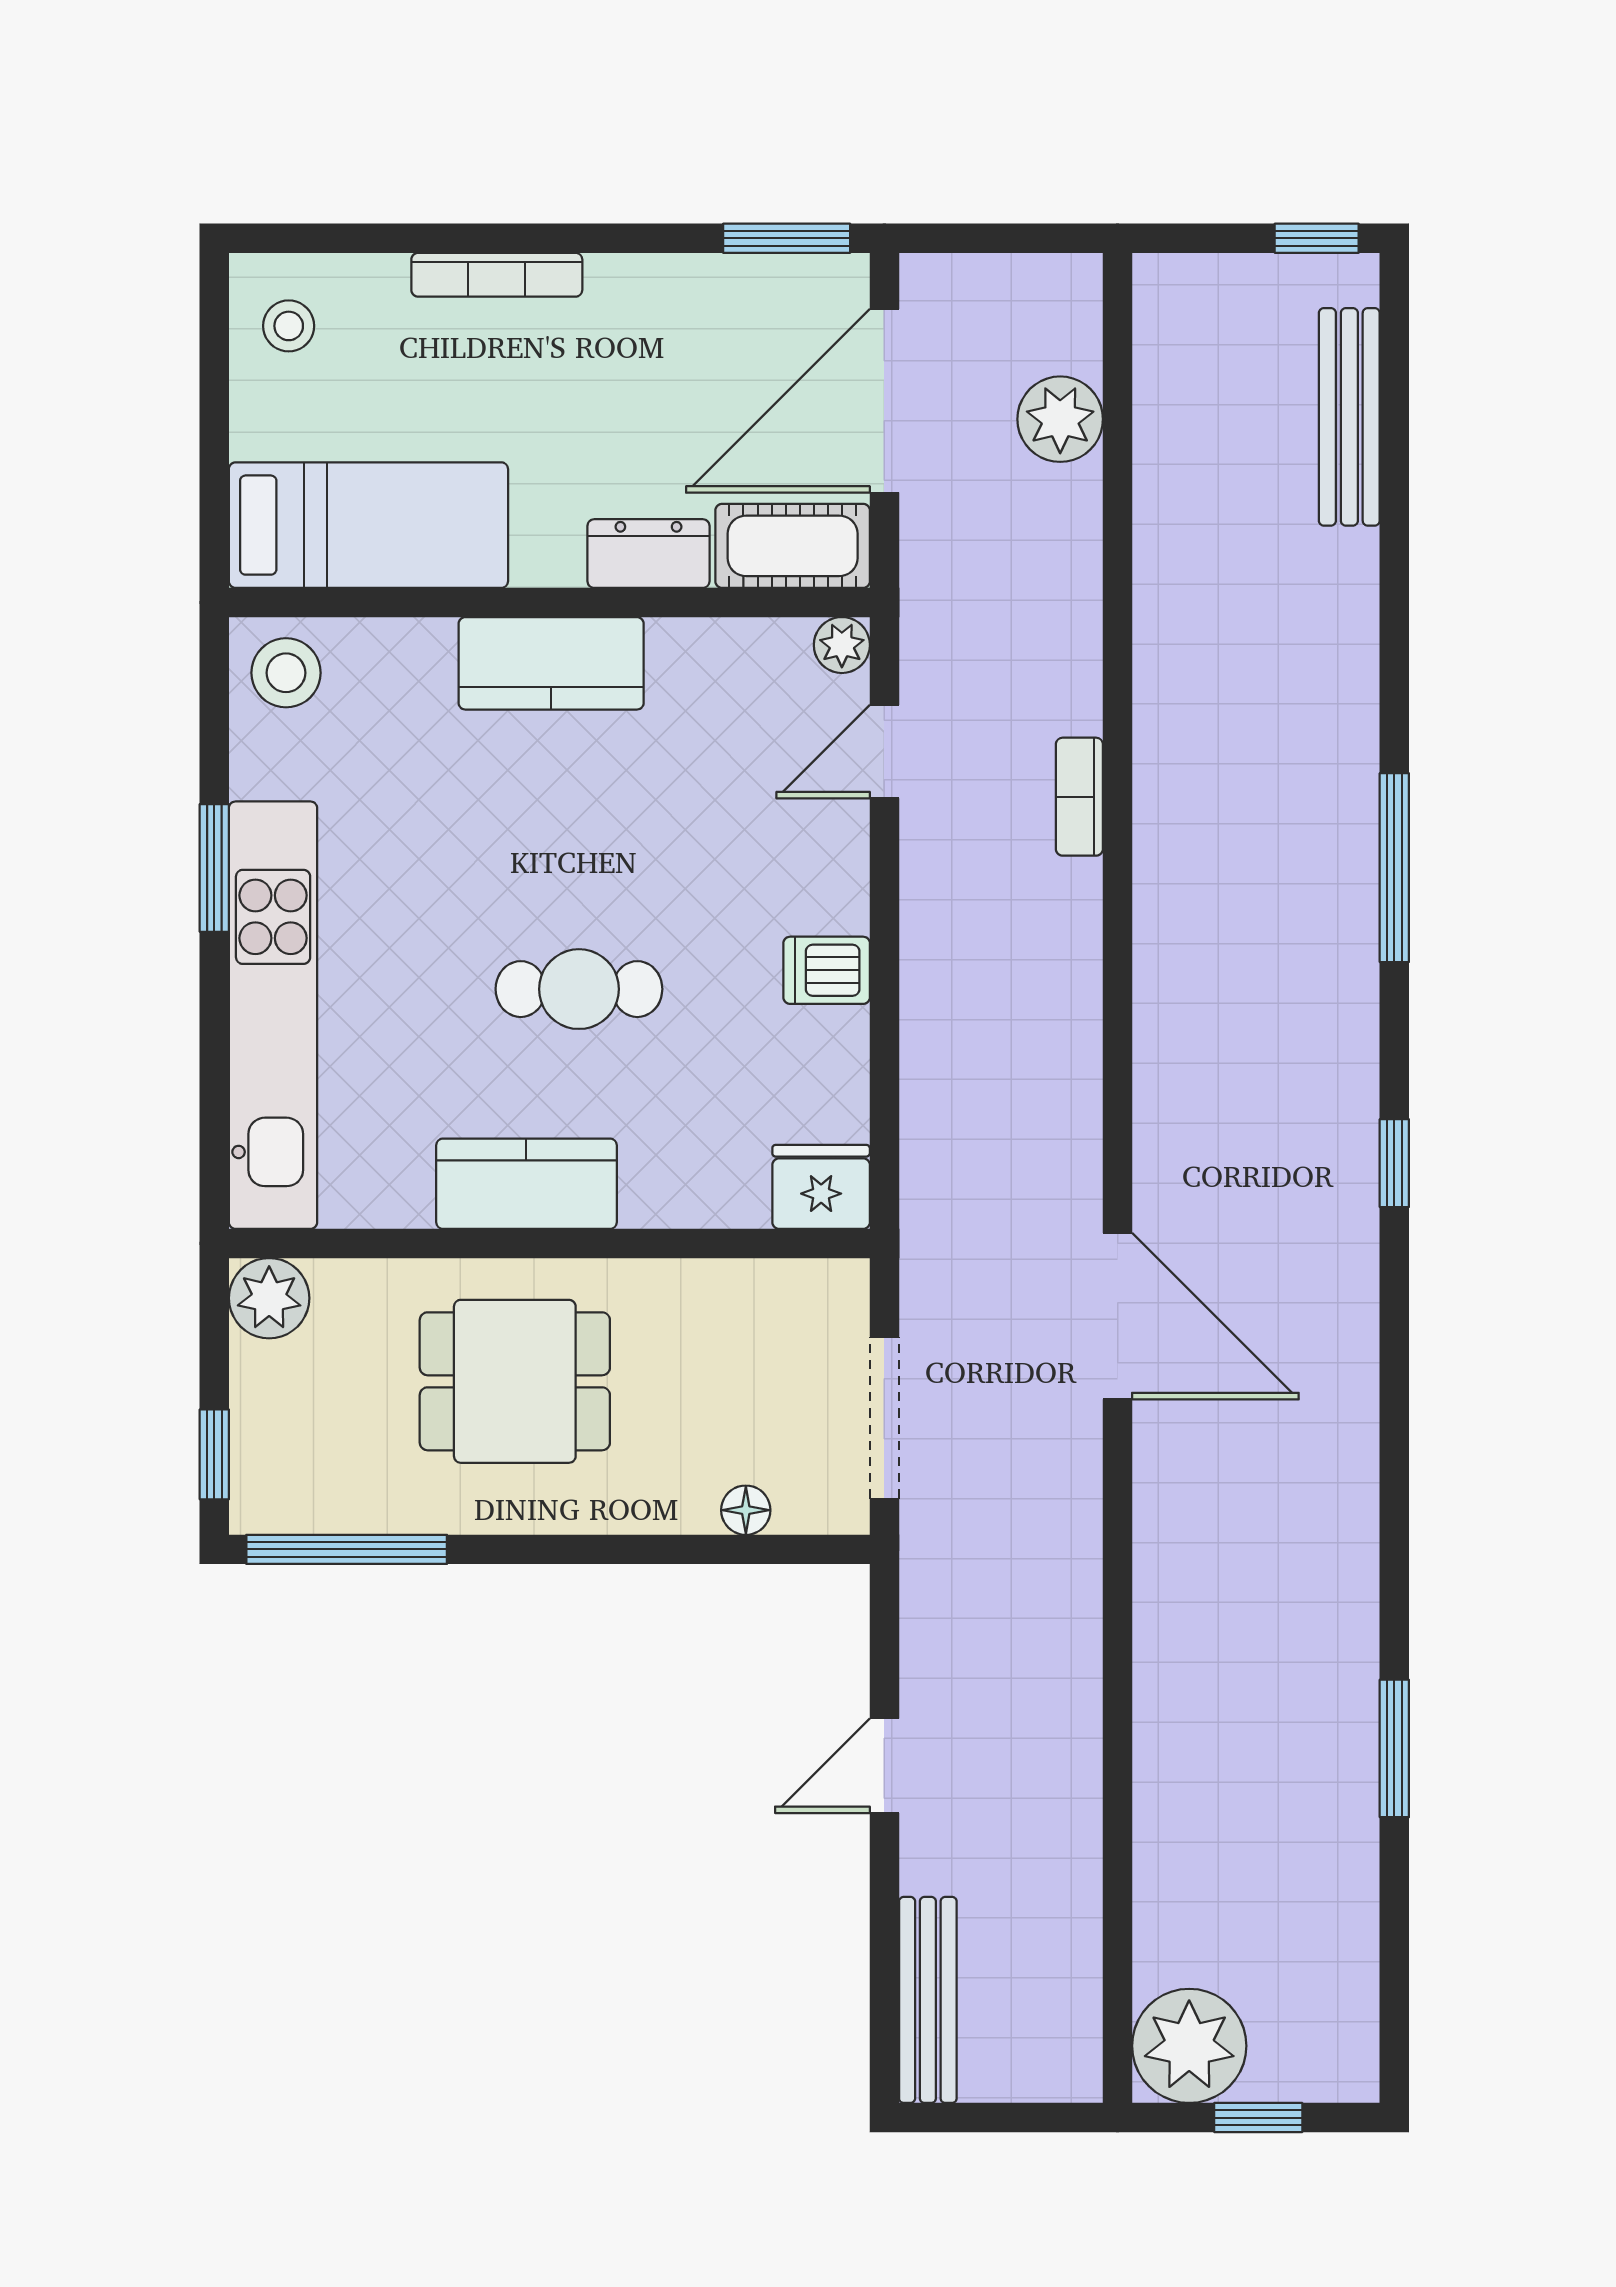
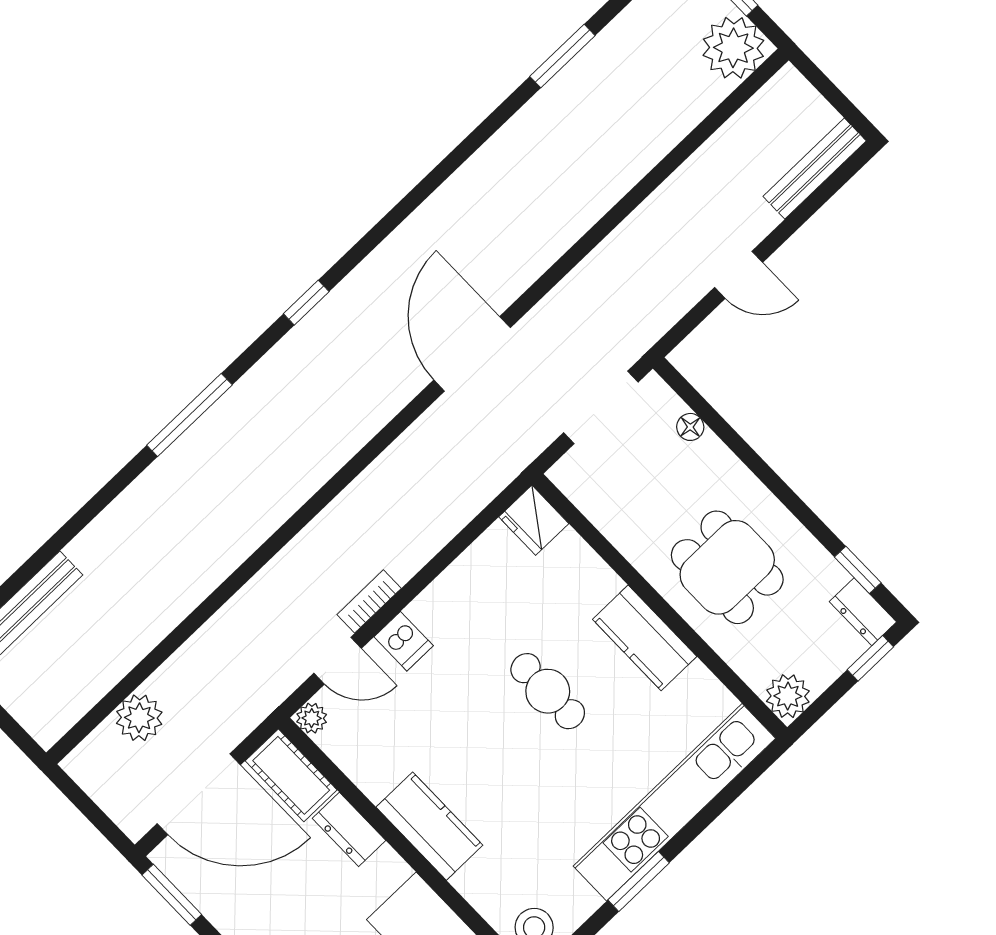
bookcase: (1079, 797) -> (369, 601), moved, turned 180
dishwasher: (827, 970) -> (404, 641), moved
dresser: (285, 1503) -> (863, 612), added
window: (347, 1549) -> (858, 570), width x0.46
window: (1394, 1748) -> (562, 56), moved

